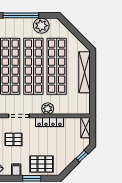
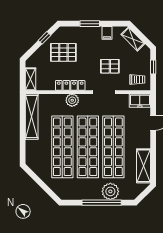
plant: (41, 26) -> (110, 191), moved
shelving: (85, 72) -> (32, 117), moved
window: (82, 156) -> (44, 38), moved
pallet: (41, 164) -> (63, 52), moved

